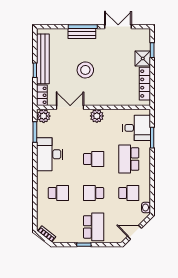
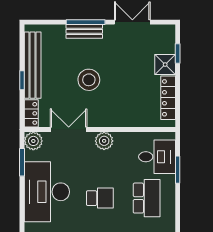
desk: (50, 154) -> (47, 192), width x1.36, depth x1.30
school desk: (129, 159) -> (147, 198), turned 180

